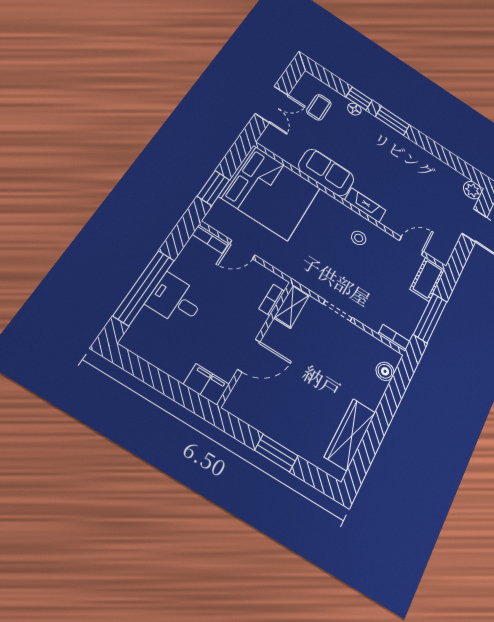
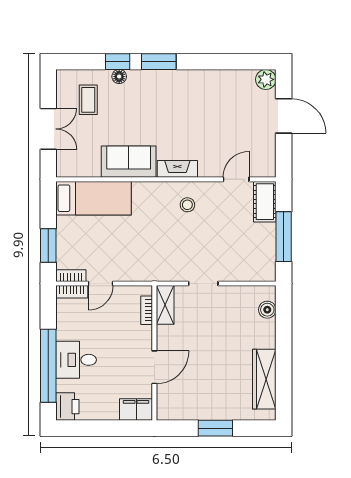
bed: (270, 192) -> (94, 198), width x0.49
printer: (138, 338) -> (67, 407), added
bookcase: (394, 338) -> (71, 276), moved

